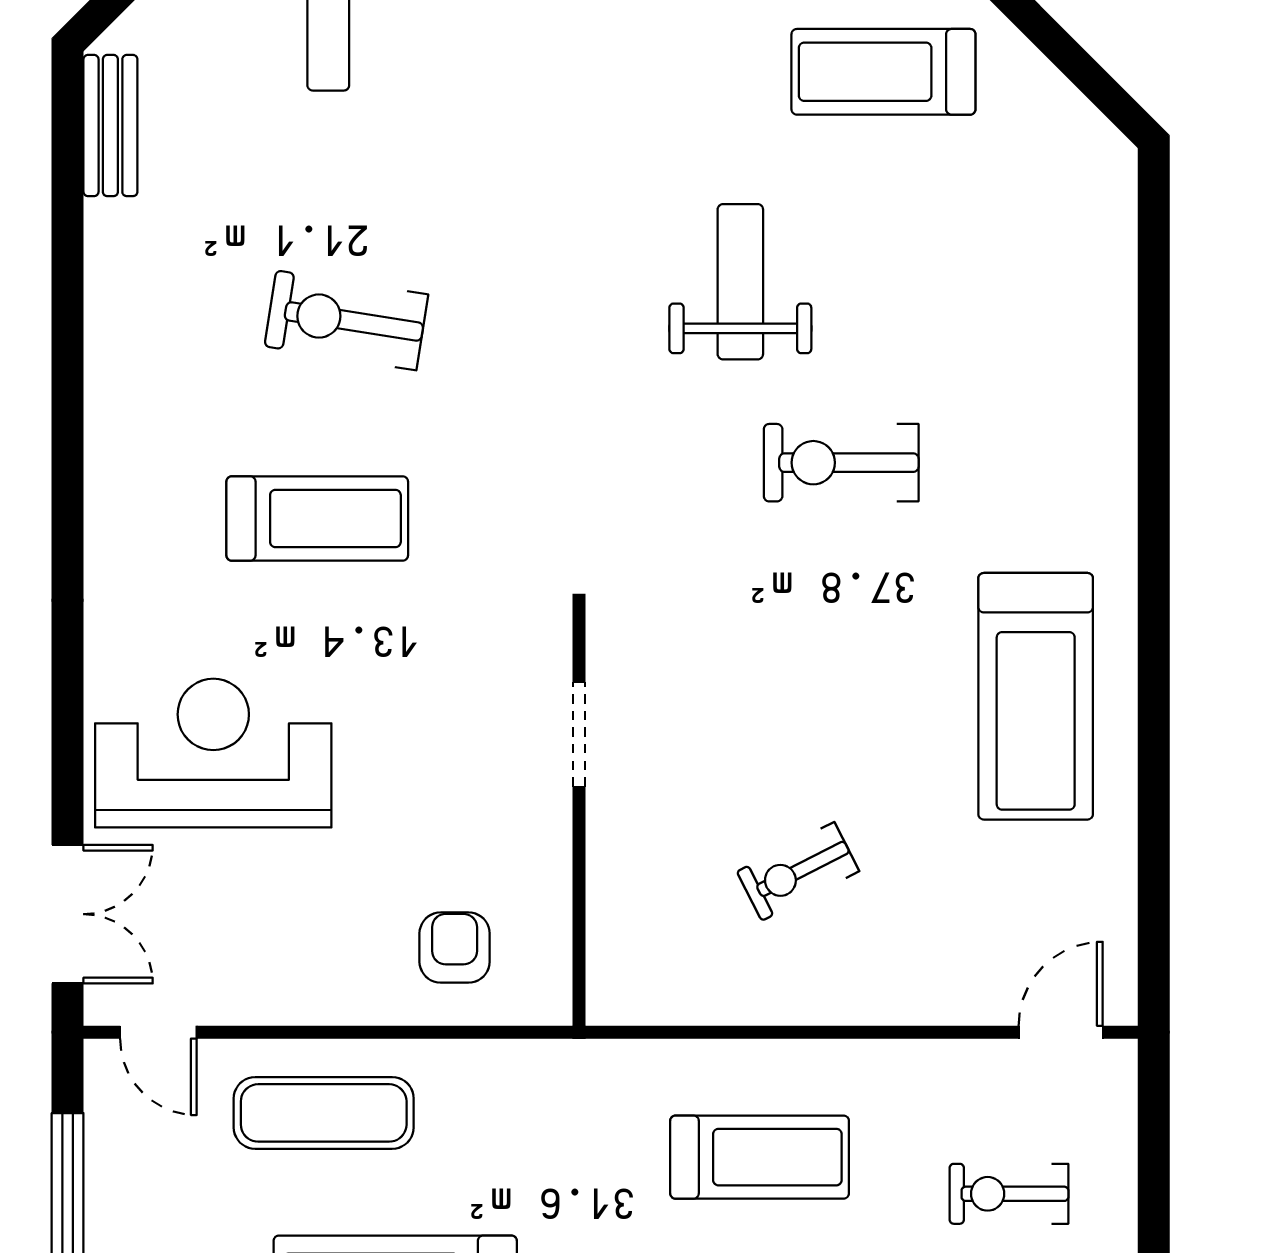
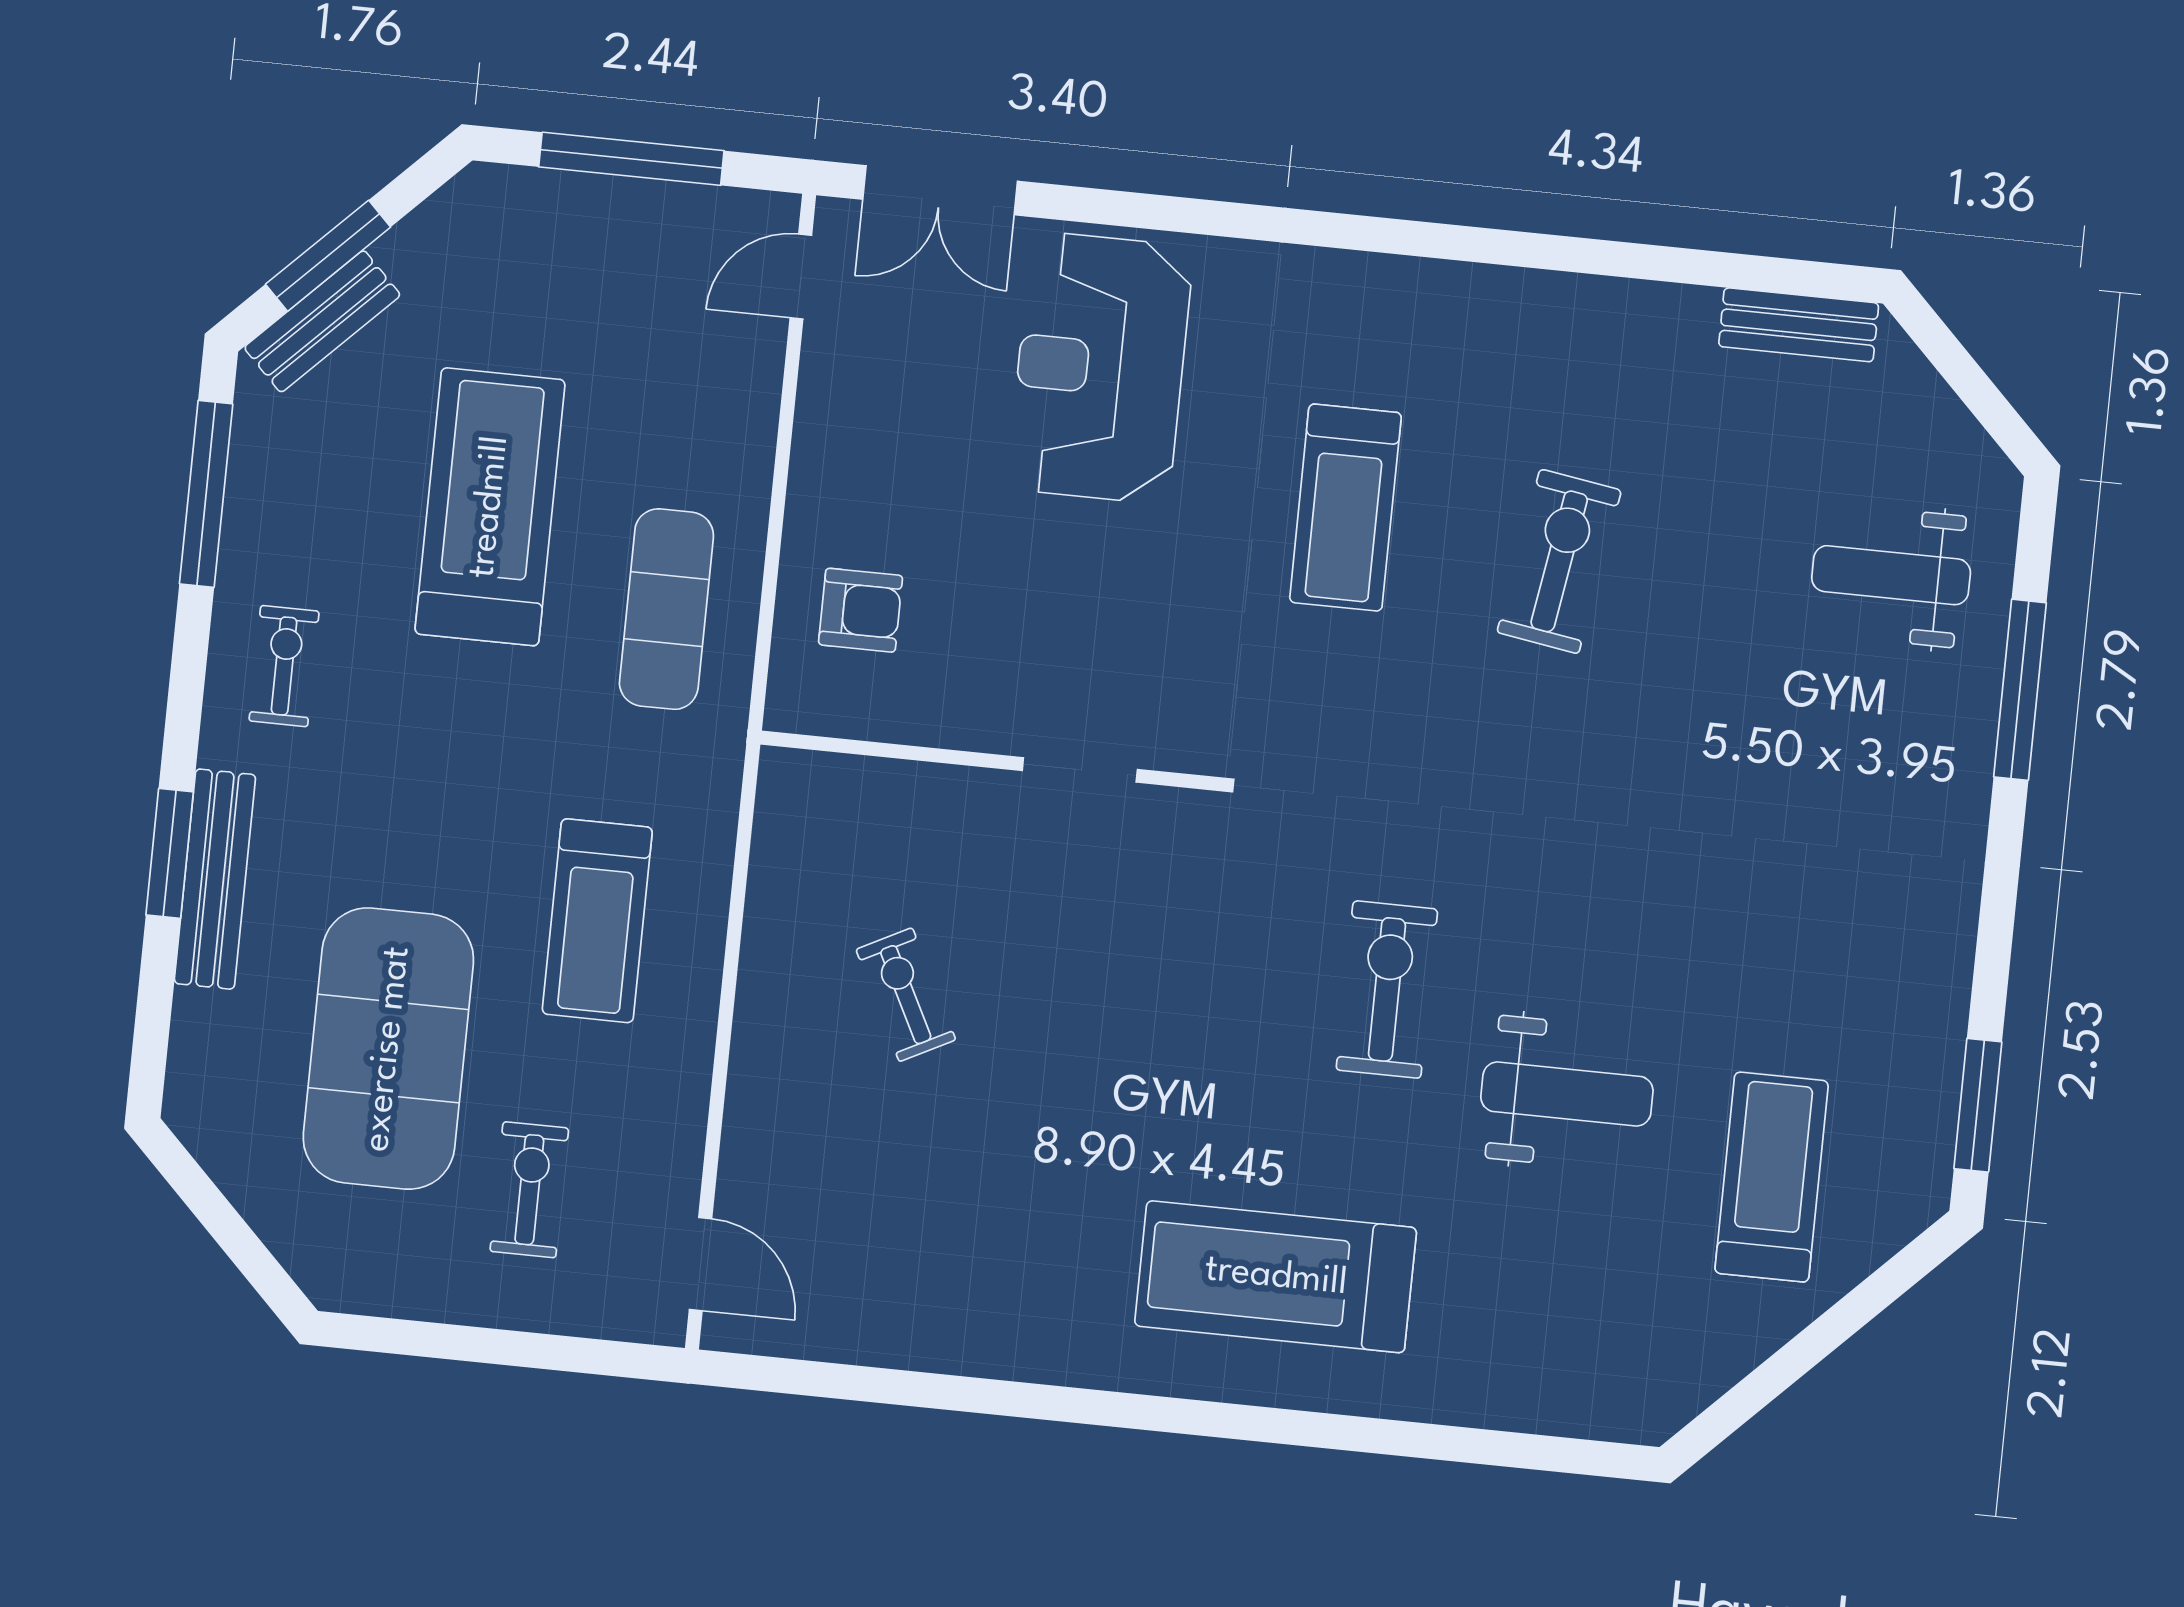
weight bench: (740, 282) -> (1567, 1094), moved
exercise bike: (841, 463) -> (1387, 989), moved
treadmill: (1036, 696) -> (1276, 1277), moved
reception desk: (213, 753) -> (1100, 368), turned 180
exercise mat: (324, 1113) -> (666, 609), moved

